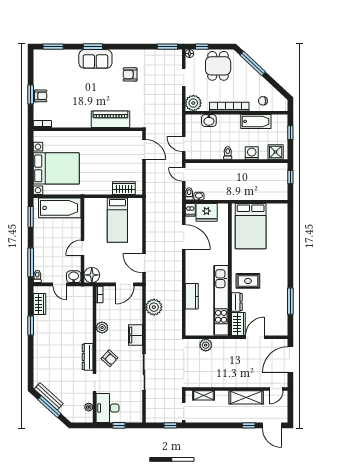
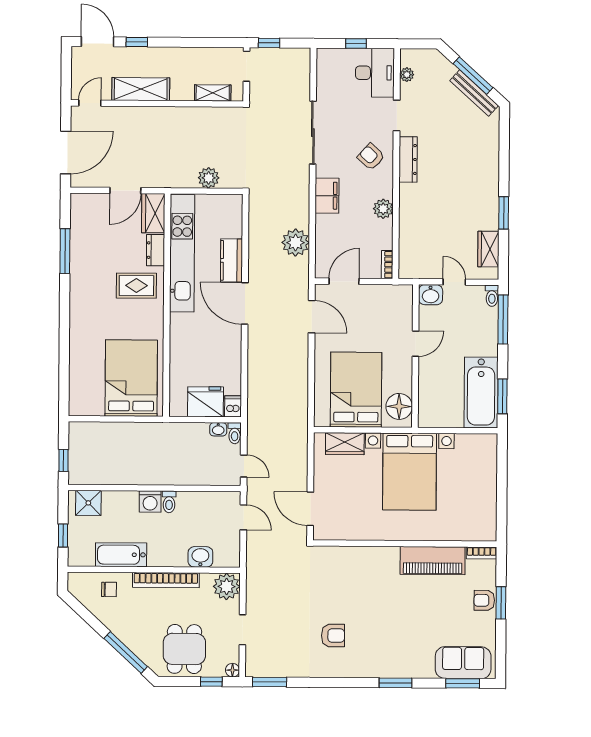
sofa: (95, 59) -> (463, 663), moved
piano: (110, 119) -> (433, 561), moved
washing machine: (252, 153) -> (150, 501), moved
bed with nightstands: (56, 168) -> (410, 472), moved, turned -90
bathtub: (60, 208) -> (481, 392), moved, turned -90
bed: (117, 220) -> (356, 390), width x1.50
door: (184, 237) -> (245, 303), moved
floor lamp: (92, 275) -> (399, 406), moved

